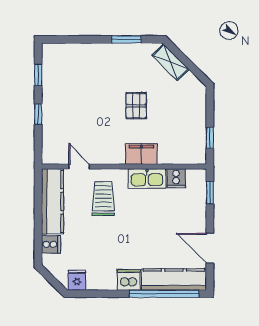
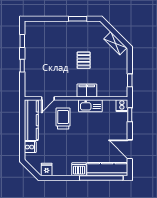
shelving: (171, 62) -> (115, 43), moved
door: (79, 167) -> (48, 98), swing flipped
cooker: (176, 178) -> (122, 106), moved

